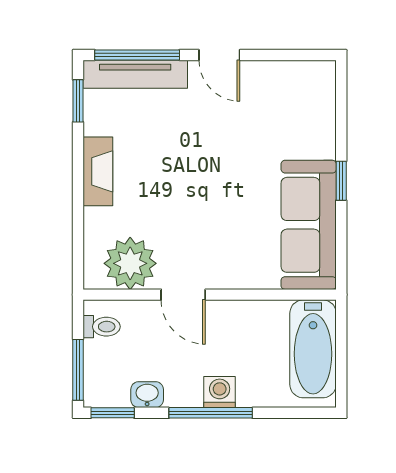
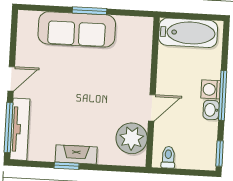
window: (78, 101) -> (67, 166), moved
window: (341, 181) -> (90, 11), width x1.50
sofa: (309, 225) -> (77, 29), moved
window: (78, 370) -> (193, 173), removed
washbasin: (147, 395) -> (211, 110), moved

